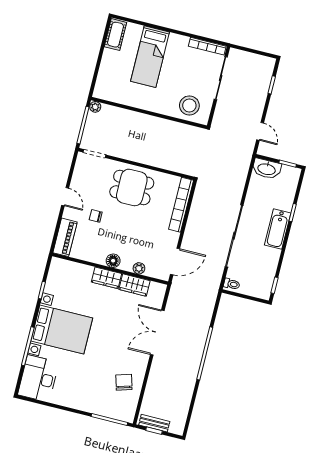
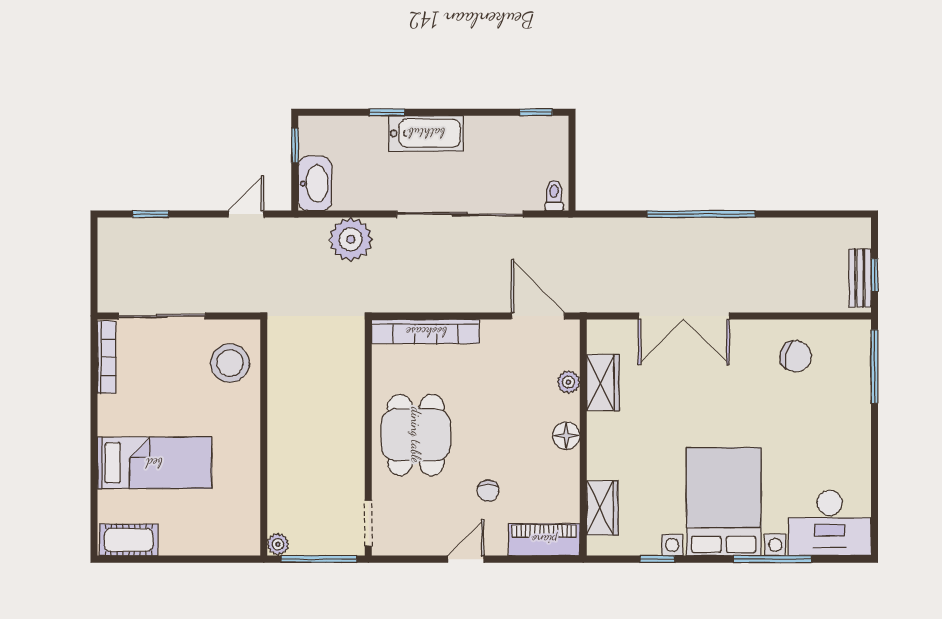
plant: (235, 179) -> (351, 239), added
wardrobe: (107, 278) -> (602, 508), moved
chair: (124, 382) -> (796, 356), turned -150

